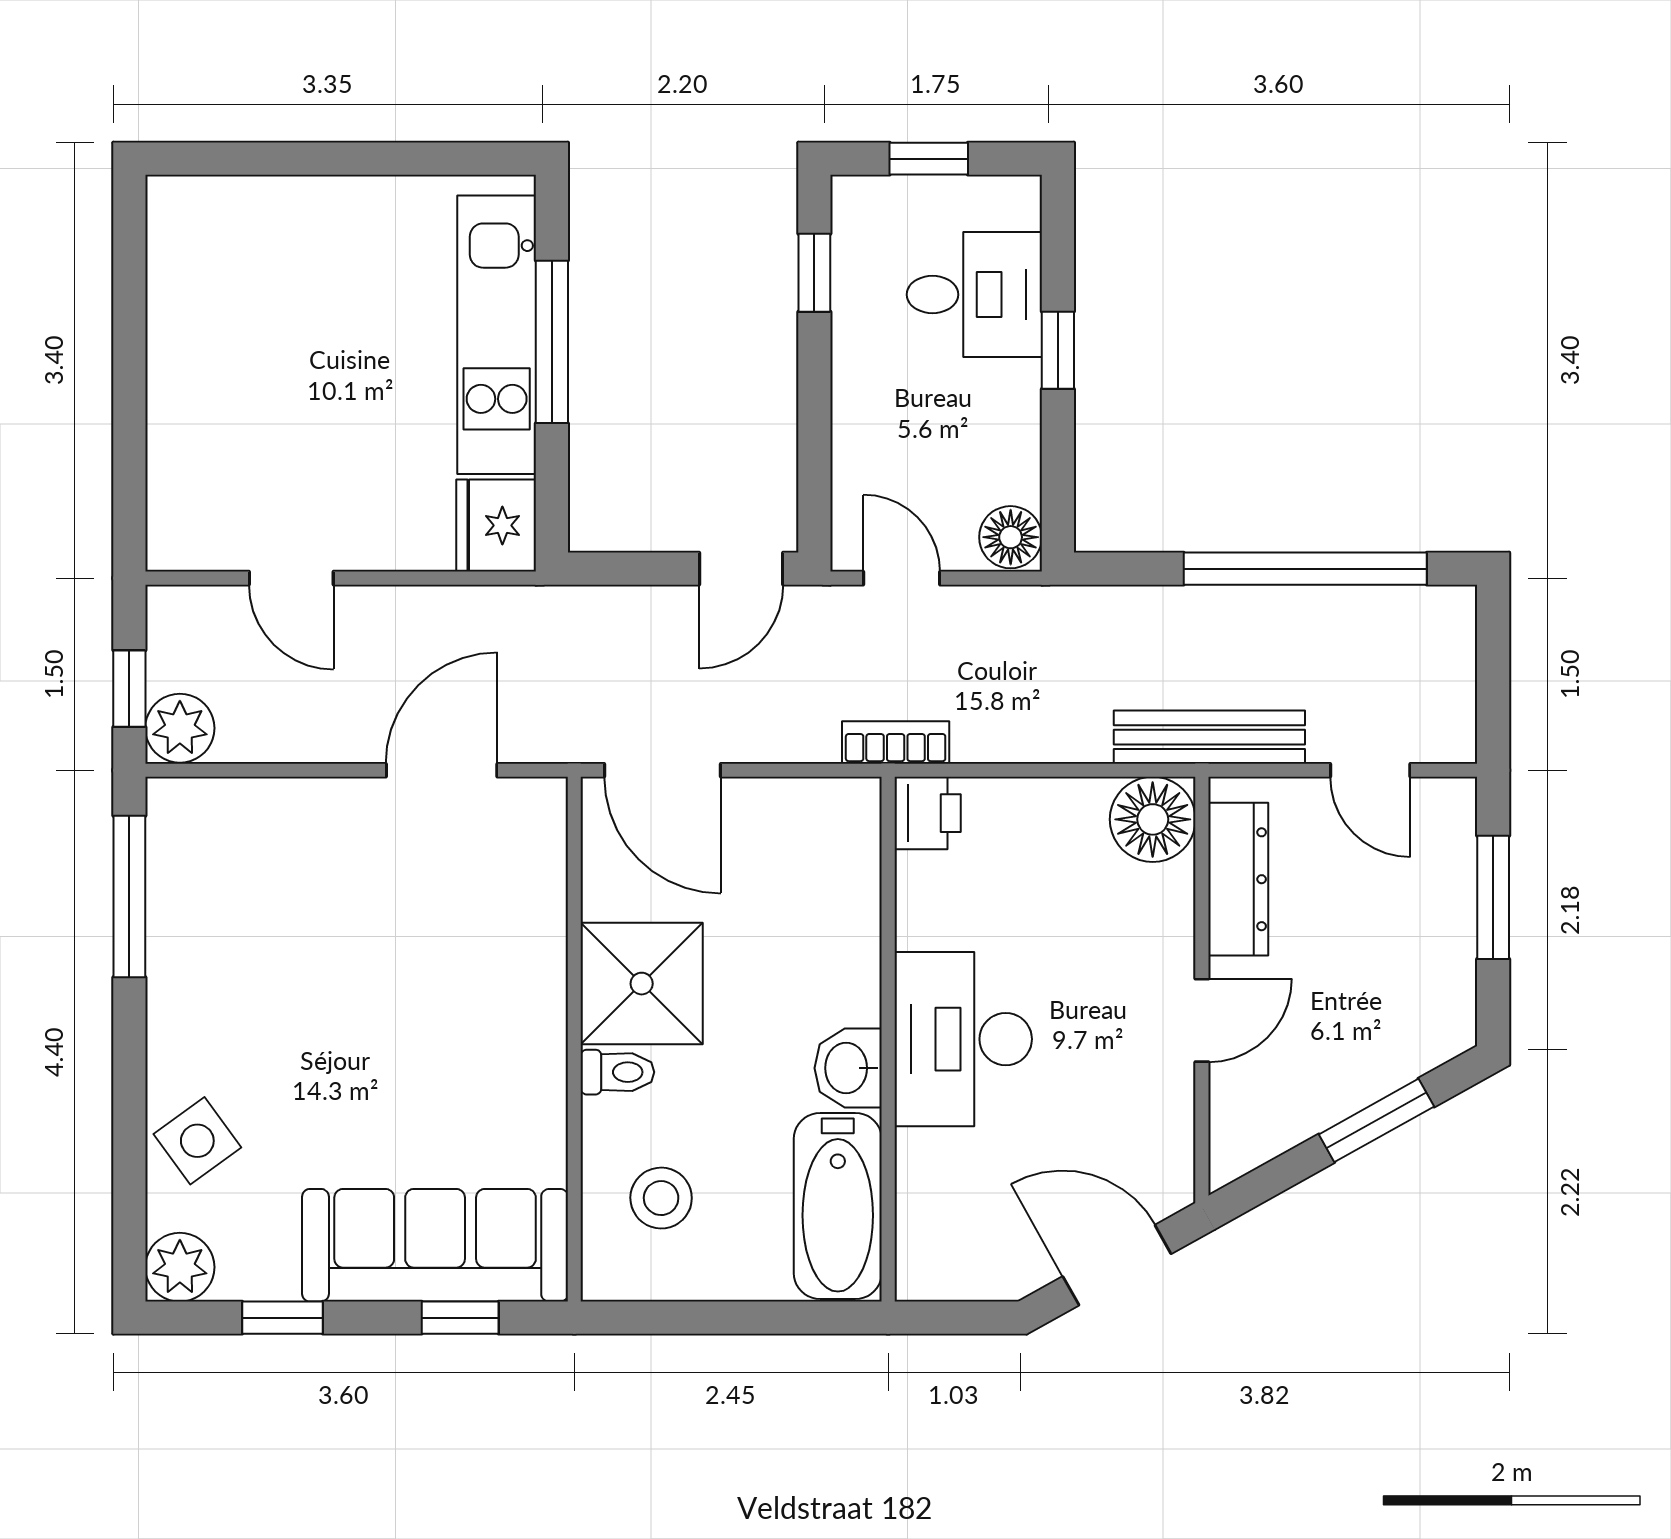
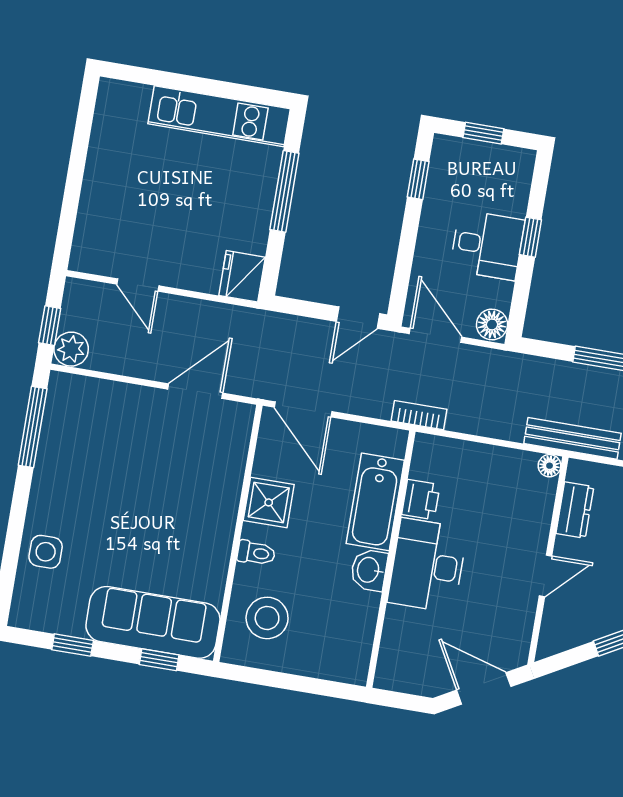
desk: (974, 295) -> (487, 245), moved
kitchen unit: (497, 335) -> (219, 116), moved, turned -90
door: (902, 578) -> (435, 335), width x1.38
printer: (928, 813) -> (421, 500), moved
floor lamp: (1153, 819) -> (550, 466), width x0.53, depth x0.53
dresser: (1238, 879) -> (575, 510), width x0.70
shower: (642, 984) -> (269, 502), width x0.73, depth x0.73
side table: (197, 1141) -> (46, 552), turned 36
stool: (661, 1198) -> (267, 618), width x1.38, depth x1.38
bathtub: (838, 1206) -> (375, 502), moved
plant: (180, 1267) -> (27, 612), removed

